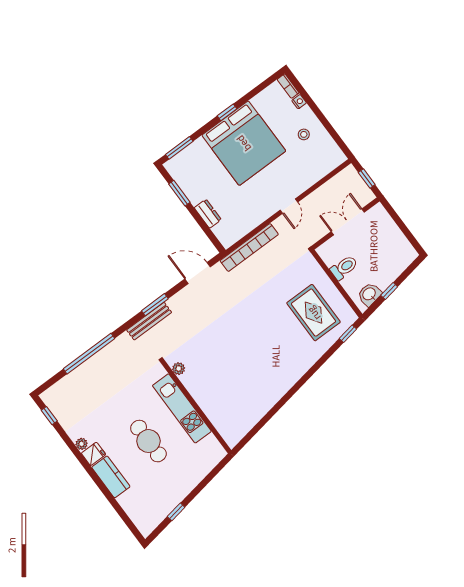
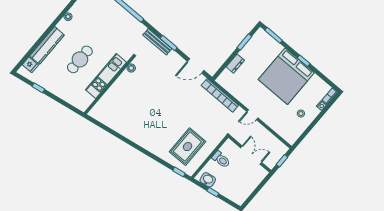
door: (198, 273) -> (196, 66), swing flipped
fridge: (94, 454) -> (30, 65), moved
kitchen counter: (111, 477) -> (47, 45), width x1.50

